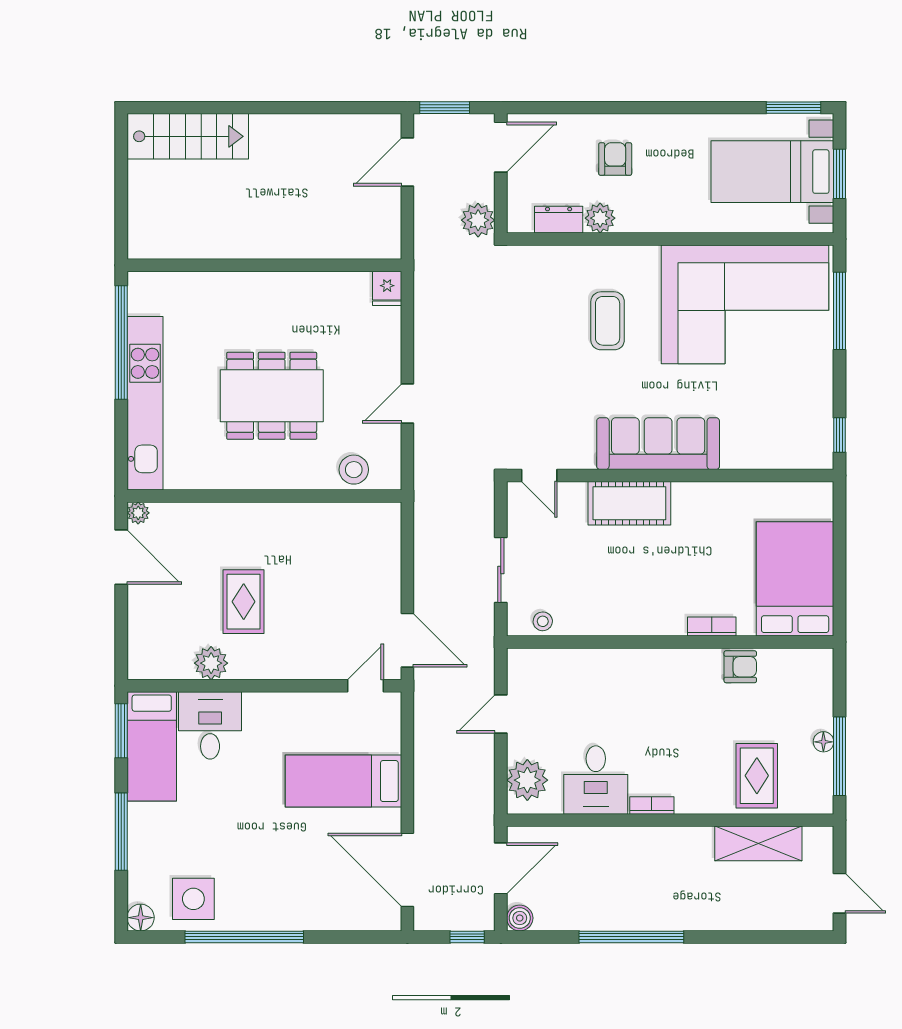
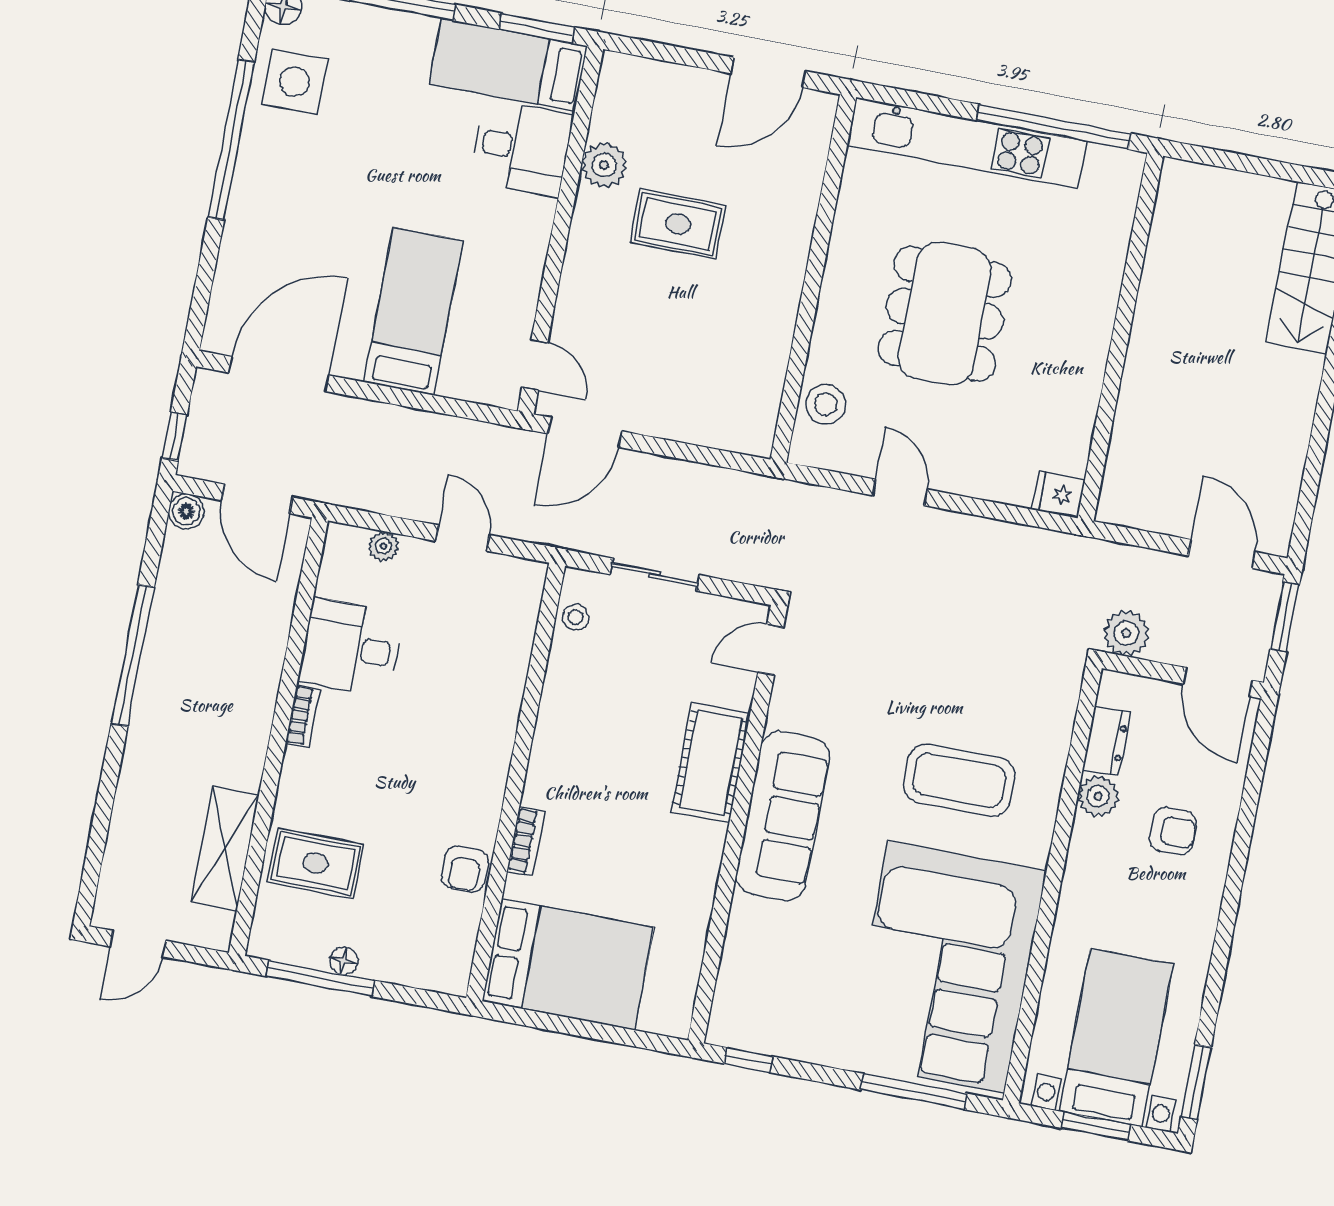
coffee table: (608, 321) -> (959, 780), width x1.36, depth x1.32
plant: (138, 513) -> (823, 106), removed
plant: (527, 780) -> (383, 546), width x0.53, depth x0.53

